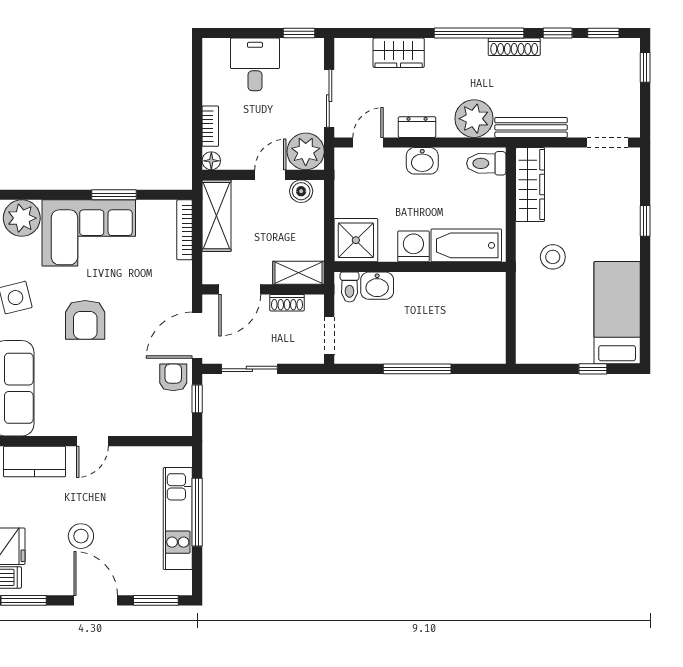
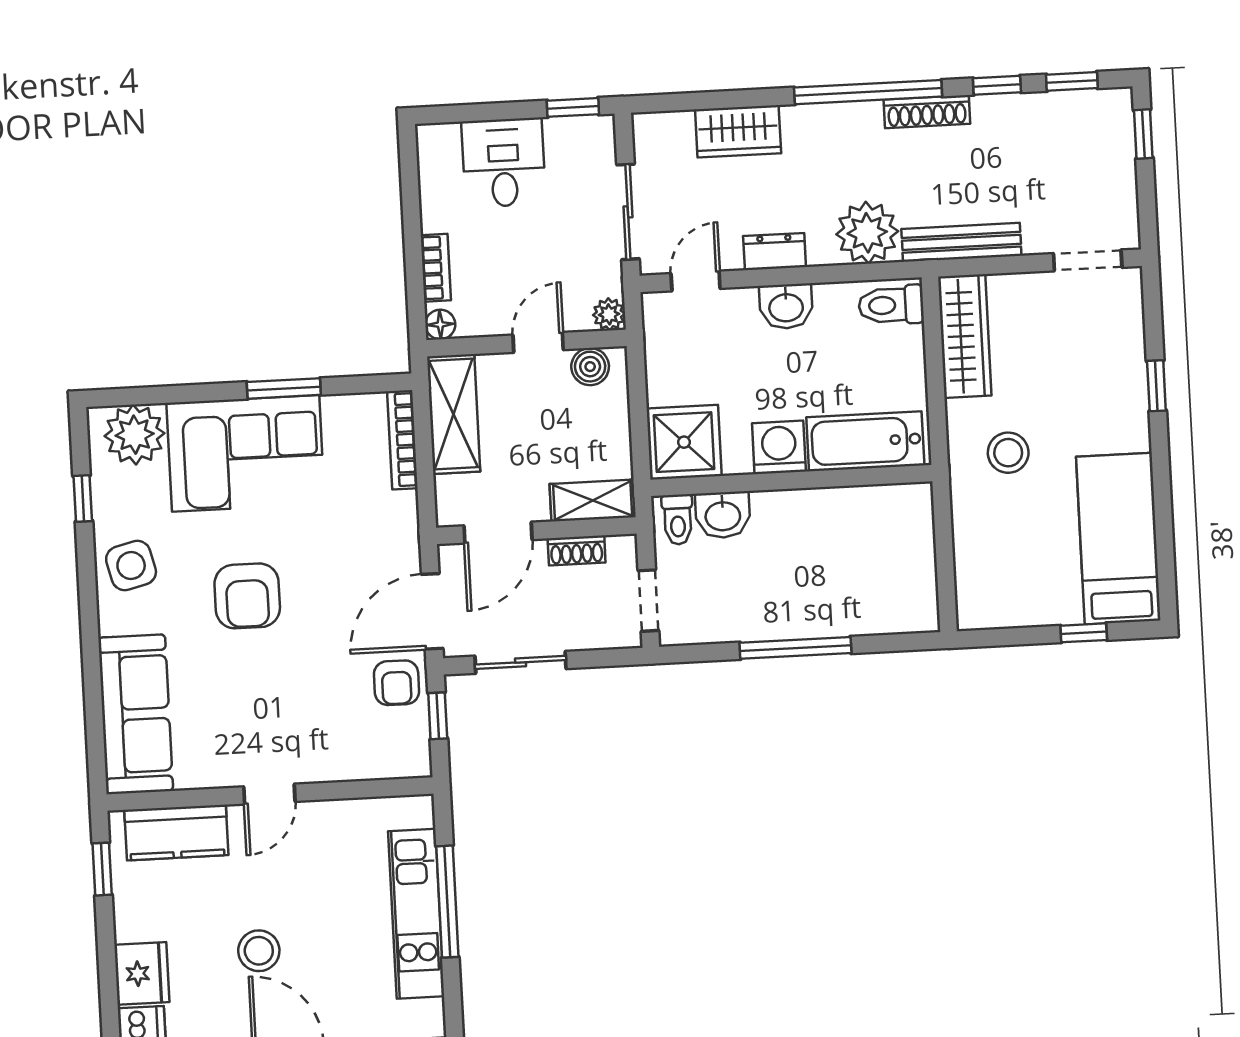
plant: (306, 151) -> (609, 314), width x0.53, depth x0.53
armchair: (173, 377) -> (396, 683), turned 180

